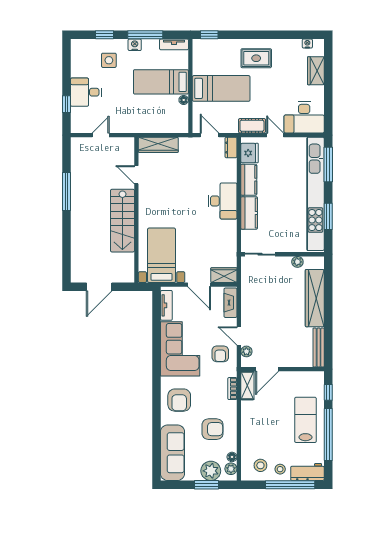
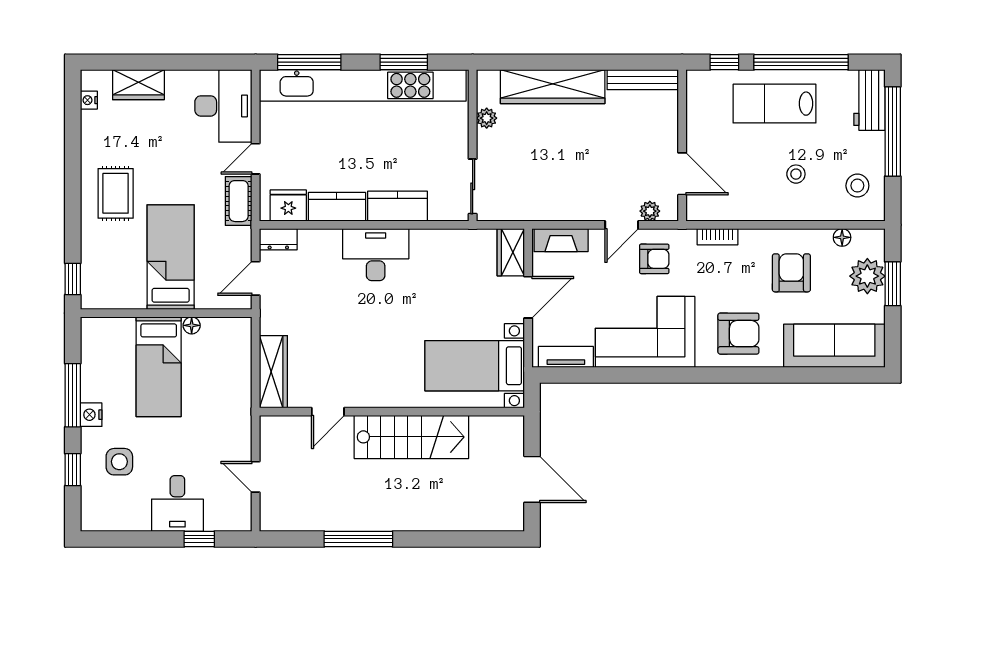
tv unit: (174, 44) -> (90, 343), removed
shelving: (247, 385) -> (712, 209), removed
plant: (231, 469) -> (864, 239), removed
stool: (280, 469) -> (796, 174), moved

